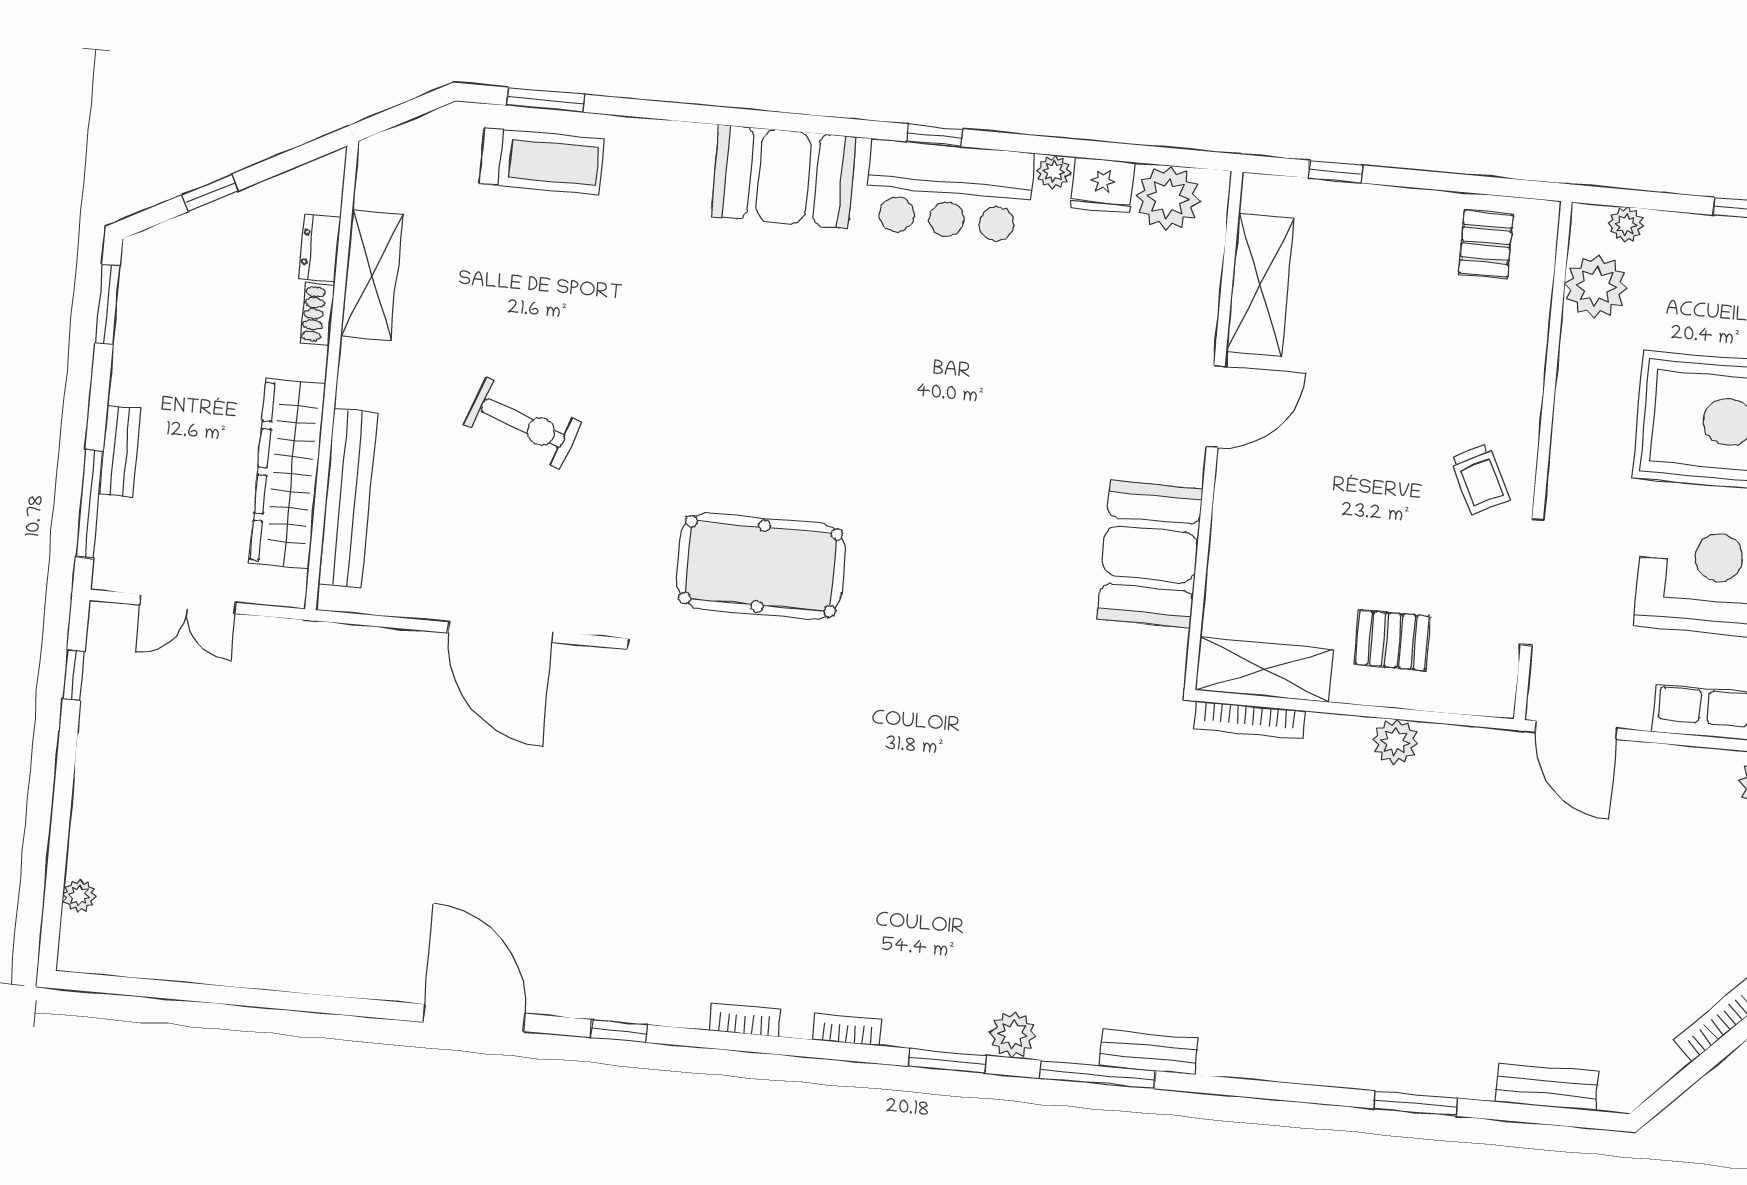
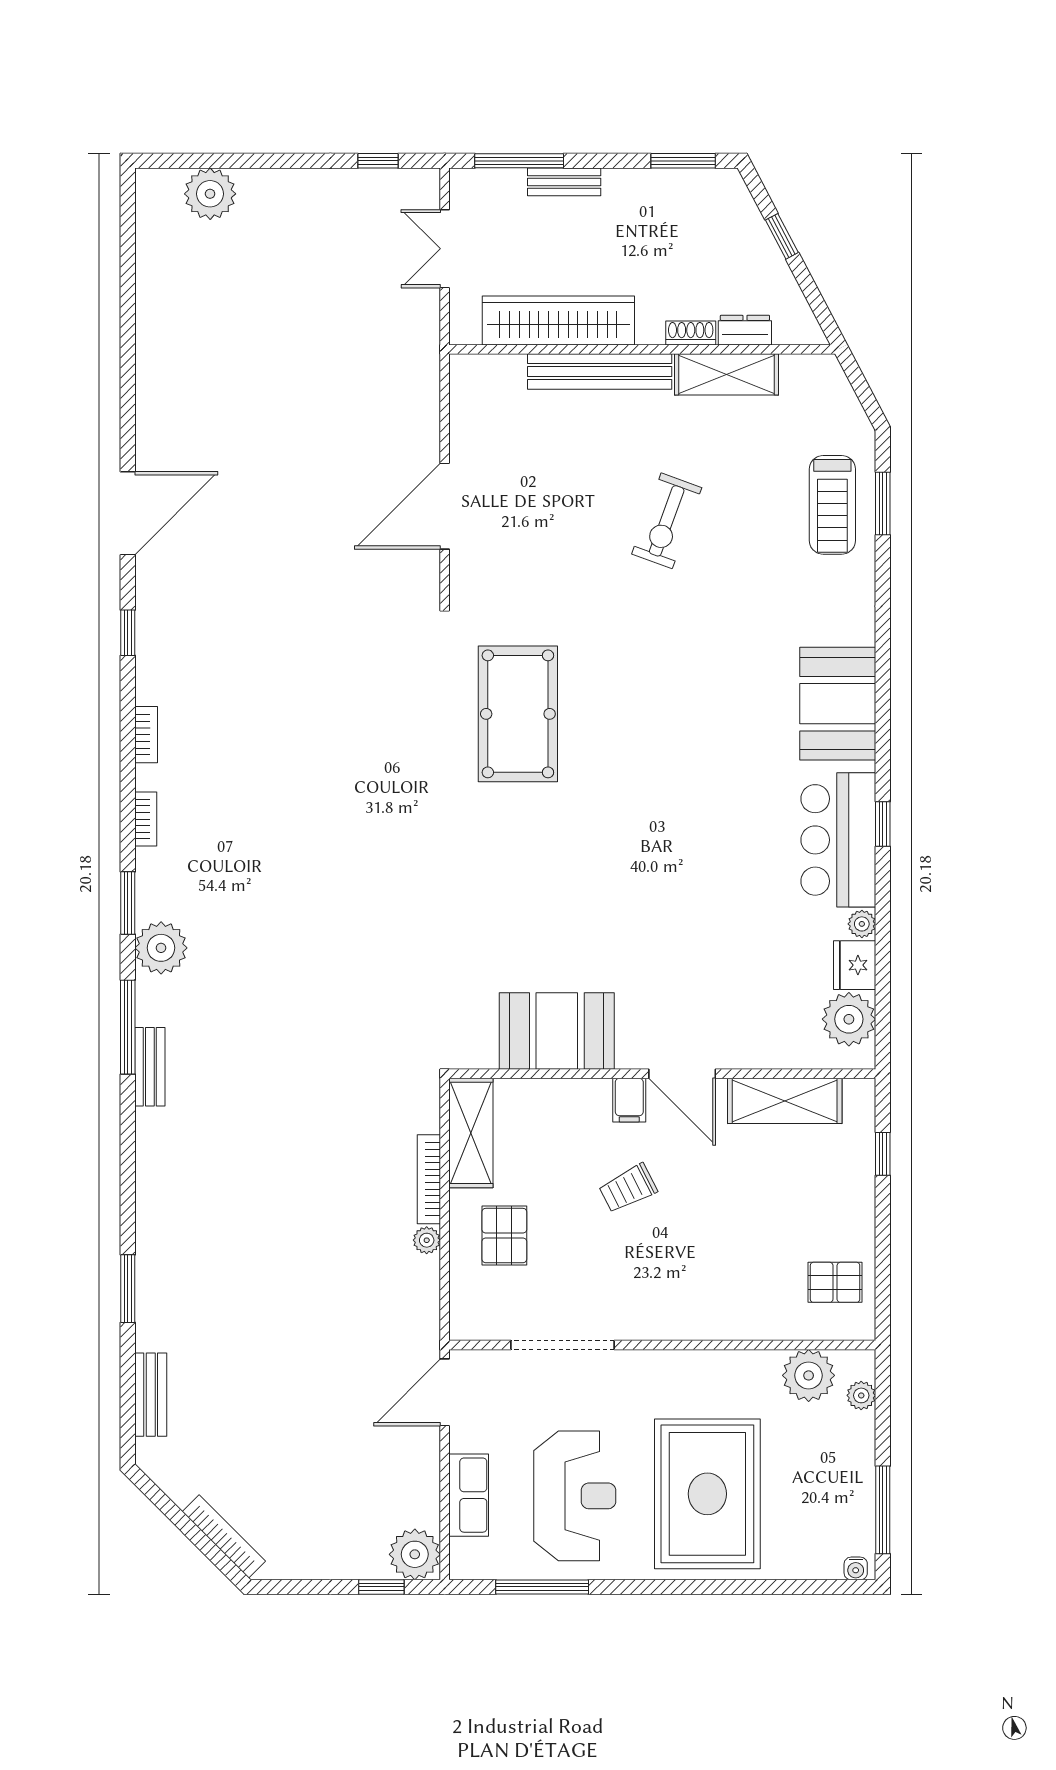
exercise bike: (523, 423) -> (667, 521), moved
filing cabinet: (1242, 474) -> (629, 1100), added
trolley: (1480, 479) -> (628, 1188), moved
bench: (348, 498) -> (600, 371), moved
bookcase: (1249, 720) -> (429, 1179), moved
plant: (1395, 742) -> (427, 1240), width x0.73, depth x0.73
plant: (79, 896) -> (210, 194), width x1.87, depth x1.87
plant: (1013, 1035) -> (161, 948), width x1.36, depth x1.36

